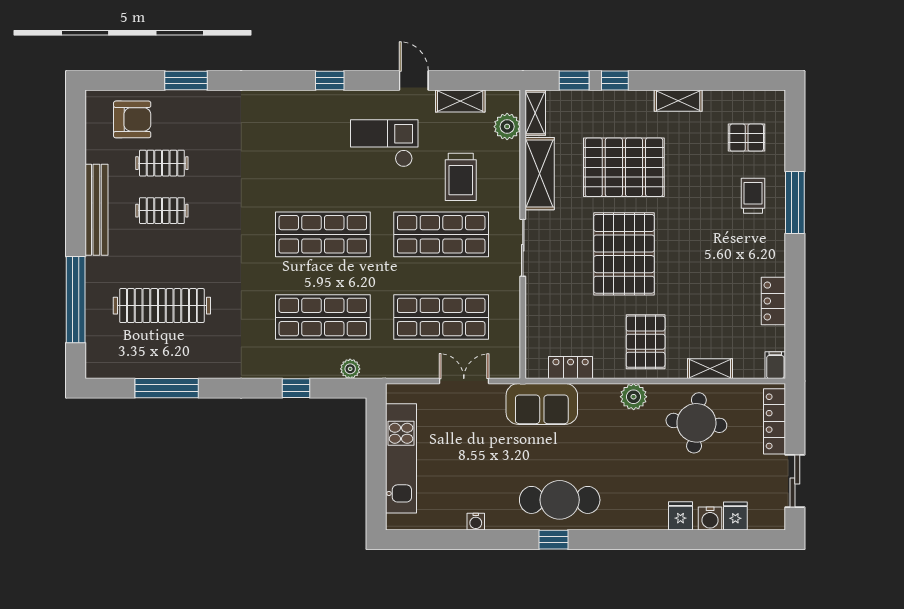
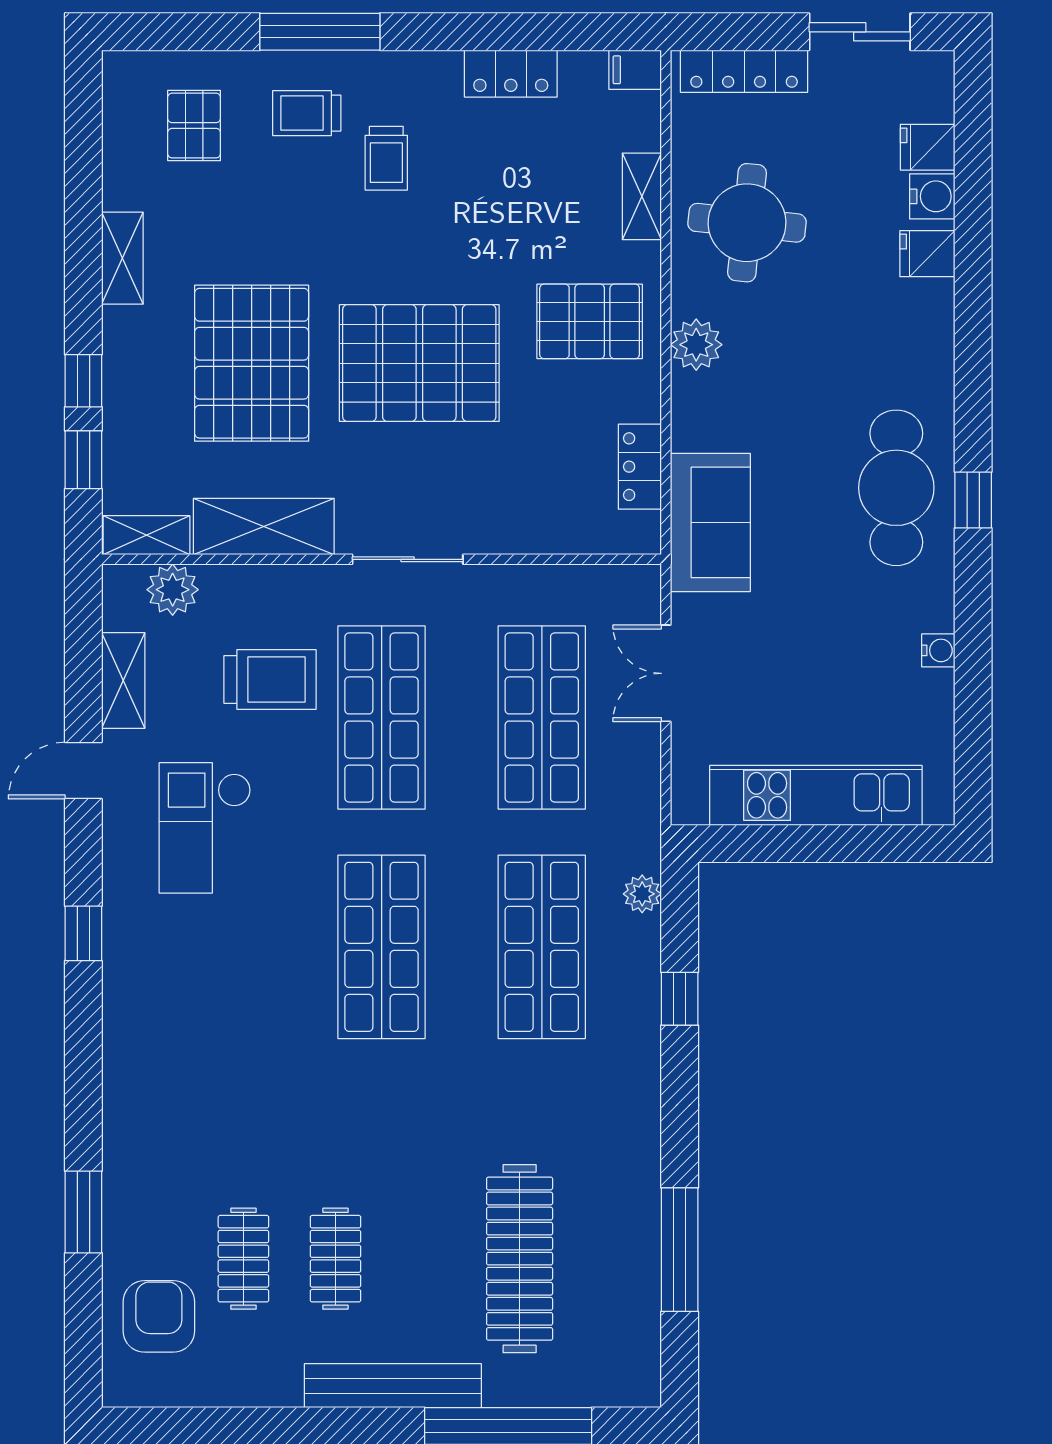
bench: (96, 210) -> (393, 1386), moved
trolley: (730, 237) -> (386, 158), added

